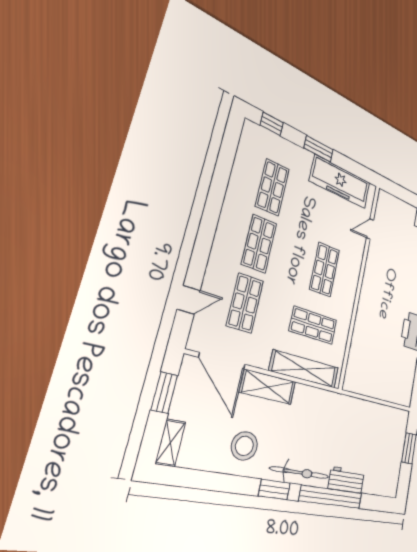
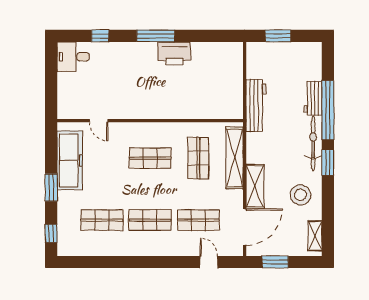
workbench: (352, 408) -> (256, 106), added
shelving: (170, 443) -> (315, 236), moved, turned 90

